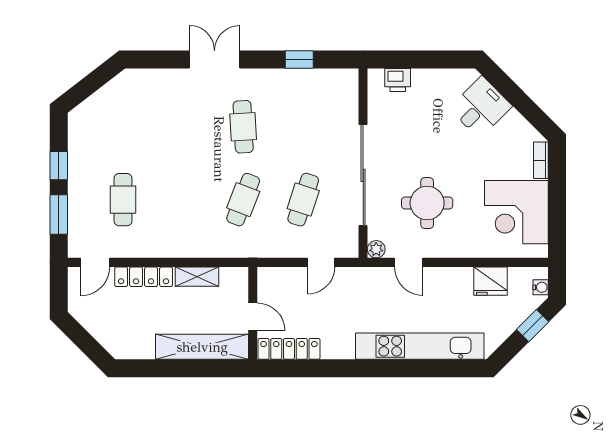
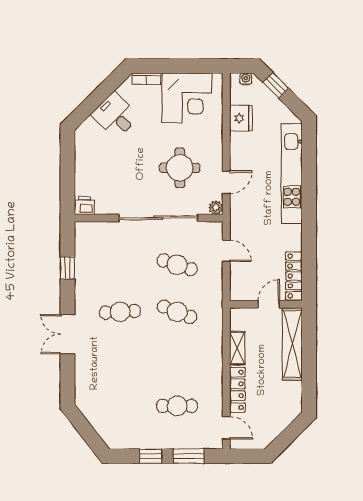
printer: (398, 80) -> (84, 205), moved, turned -90
desk: (481, 107) -> (115, 116), moved

